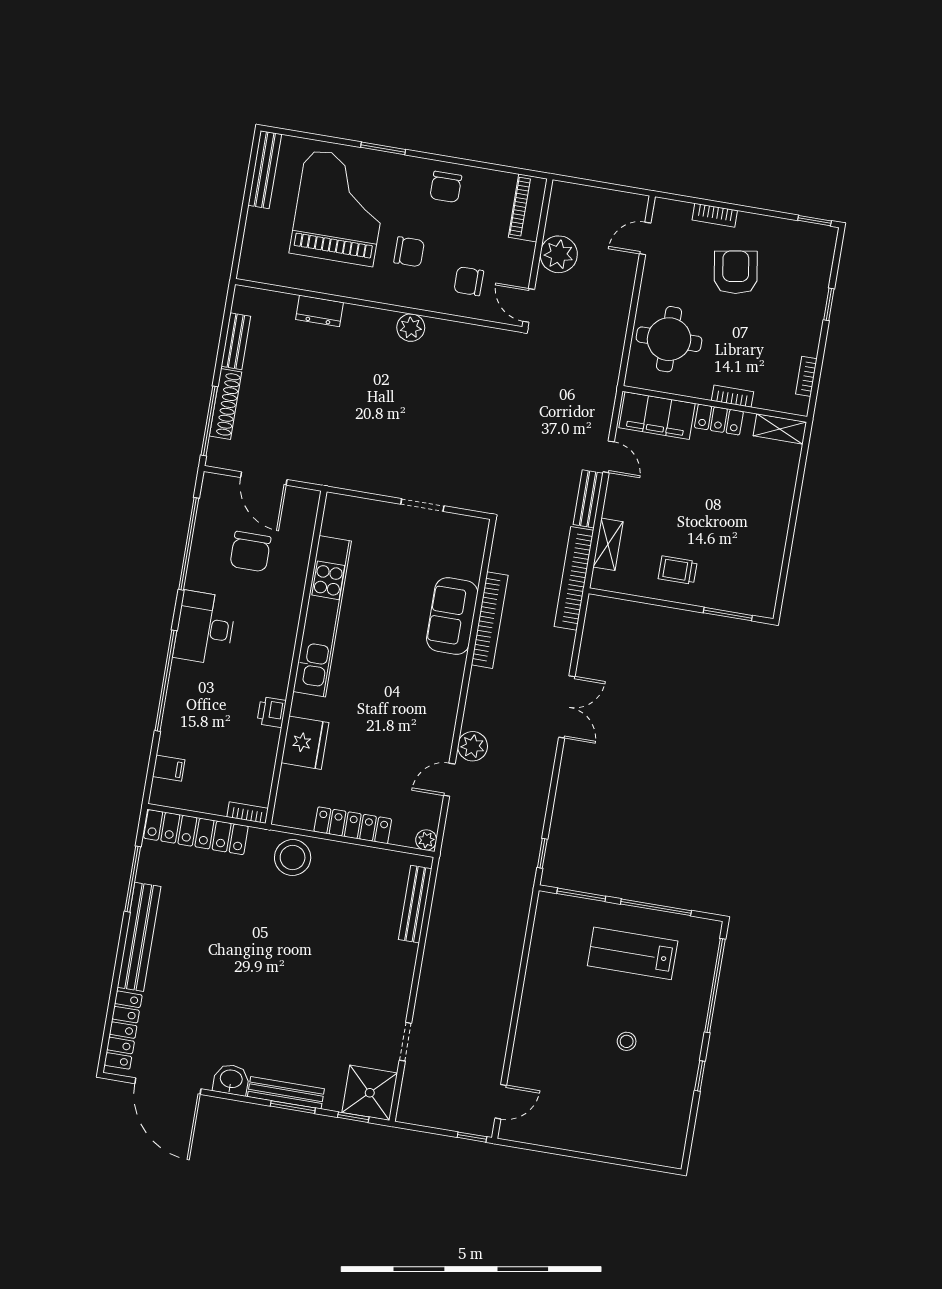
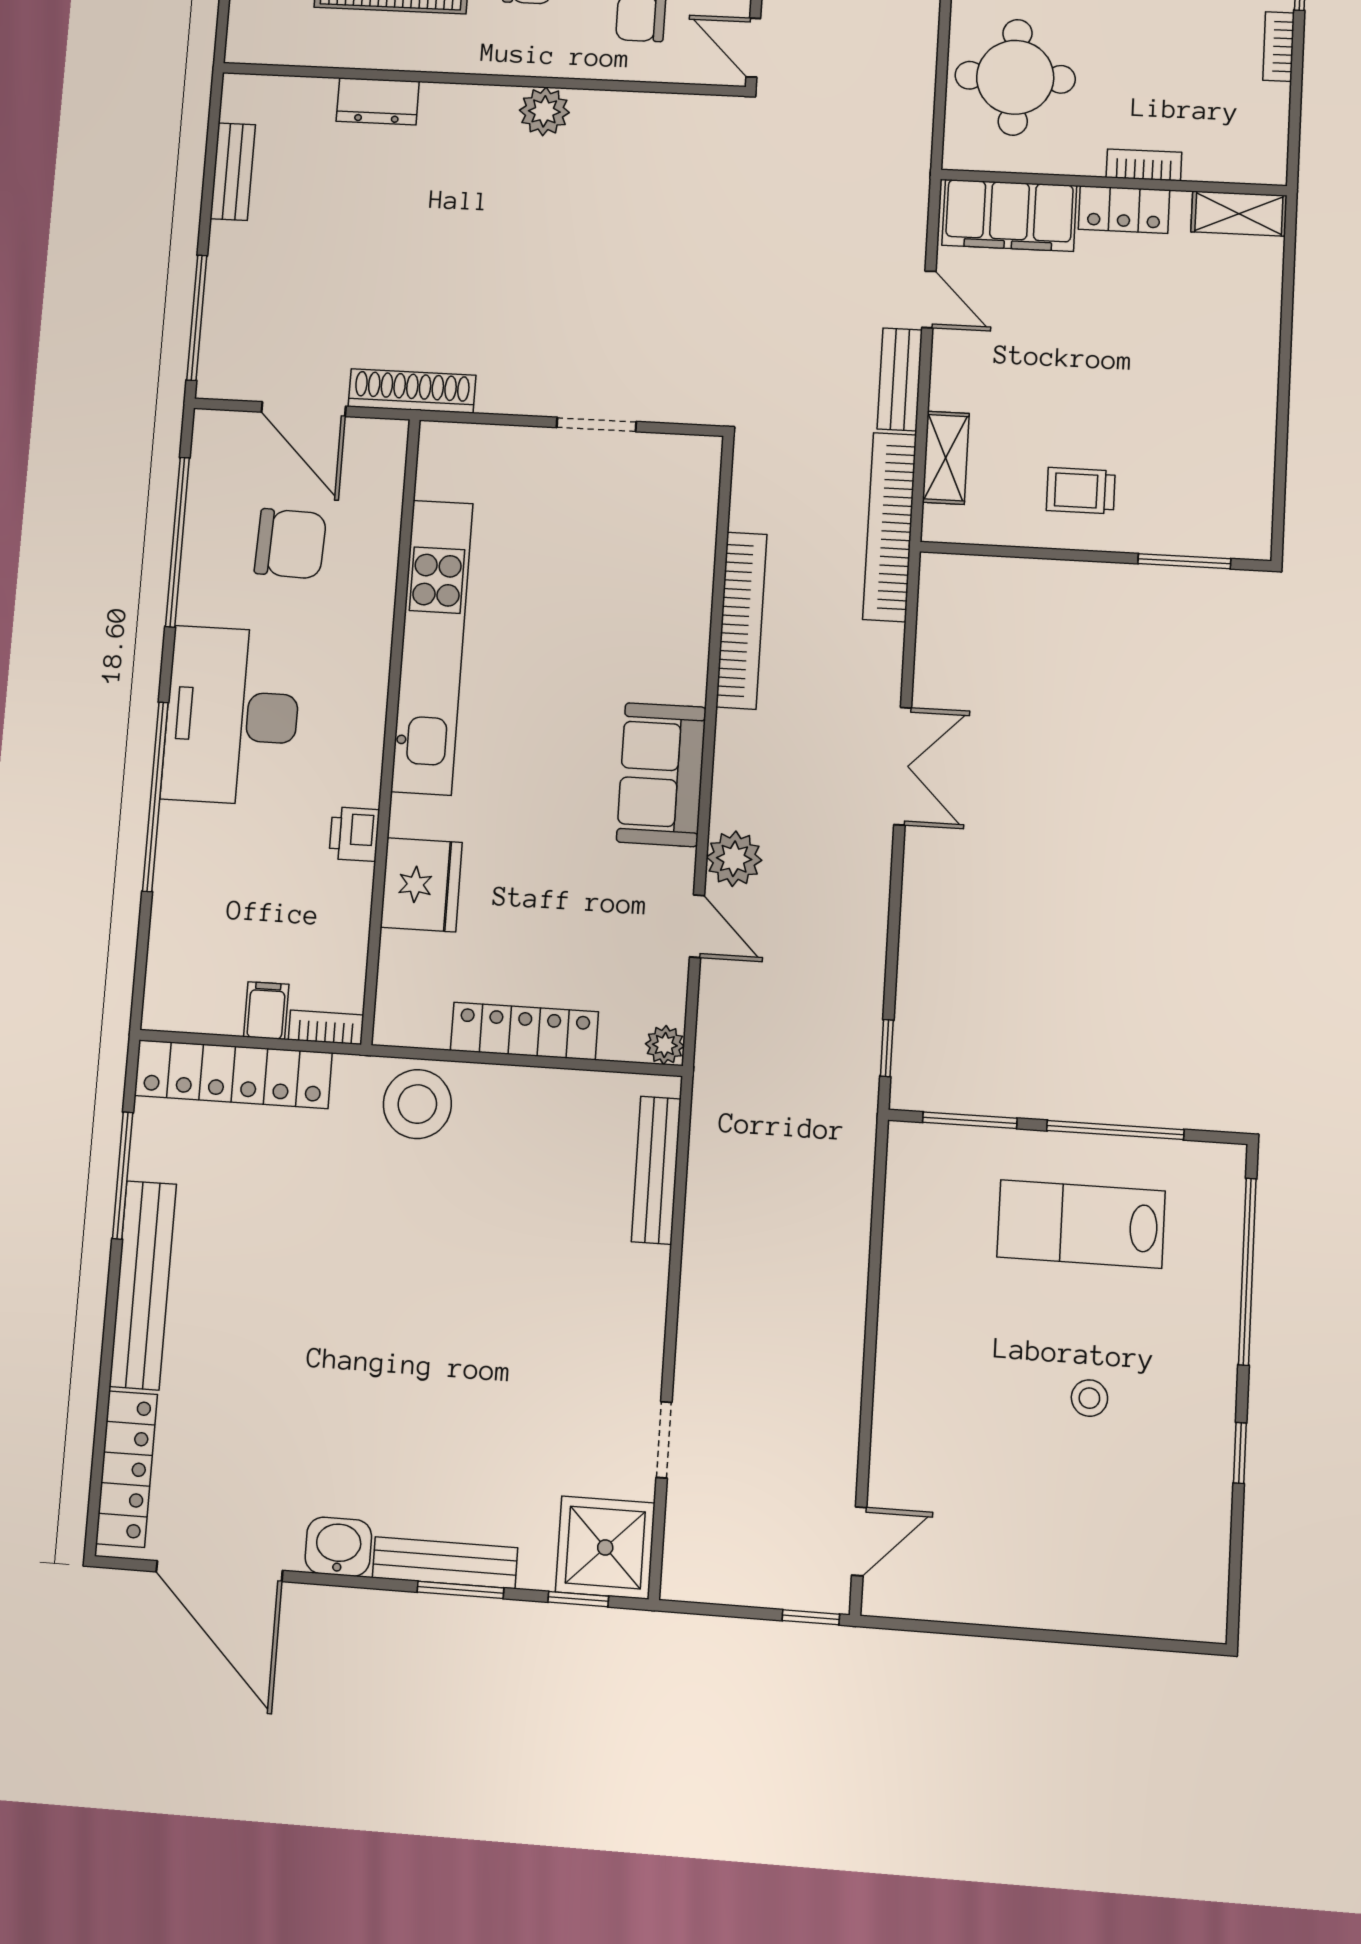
bookcase: (806, 376) -> (1279, 47), moved
shoe rack: (226, 404) -> (412, 391), moved, turned -90
chair: (250, 552) -> (290, 544), turned -88
sofa: (452, 616) -> (661, 775), moved
desk: (205, 628) -> (232, 716), width x1.36, depth x1.30
filing cabinet: (169, 768) -> (266, 1010), moved, turned -90
door: (449, 780) -> (697, 926), swing flipped

